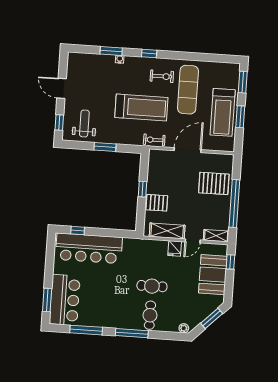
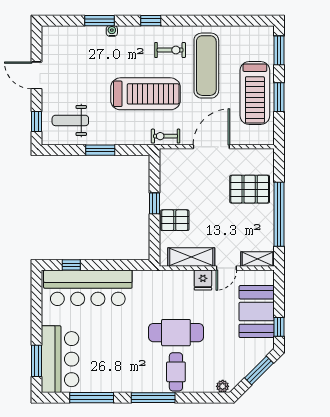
weight bench: (84, 123) -> (70, 120), turned -90
window: (230, 262) -> (279, 327), moved
cafe table: (152, 286) -> (176, 333), width x1.37, depth x1.35

